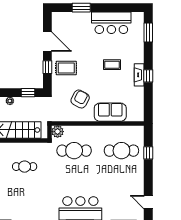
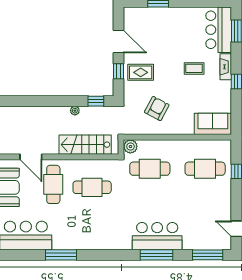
bar counter: (111, 23) -> (219, 30), moved, turned 90
fireplace: (139, 75) -> (226, 67), moved
sofa: (110, 112) -> (213, 124), moved
cafe table: (25, 167) -> (92, 187), width x1.37, depth x1.35

